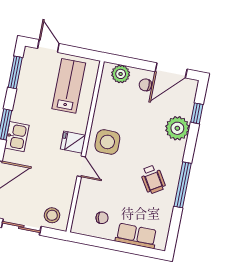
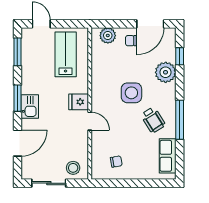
side table: (107, 142) -> (131, 93), moved
row of seats: (136, 236) -> (168, 156), moved, turned -90

